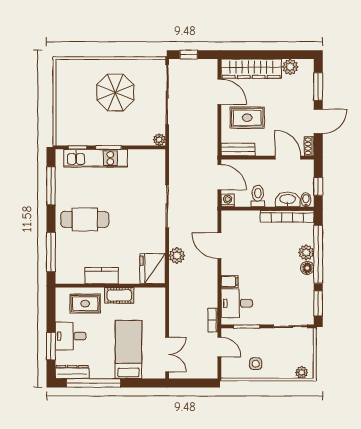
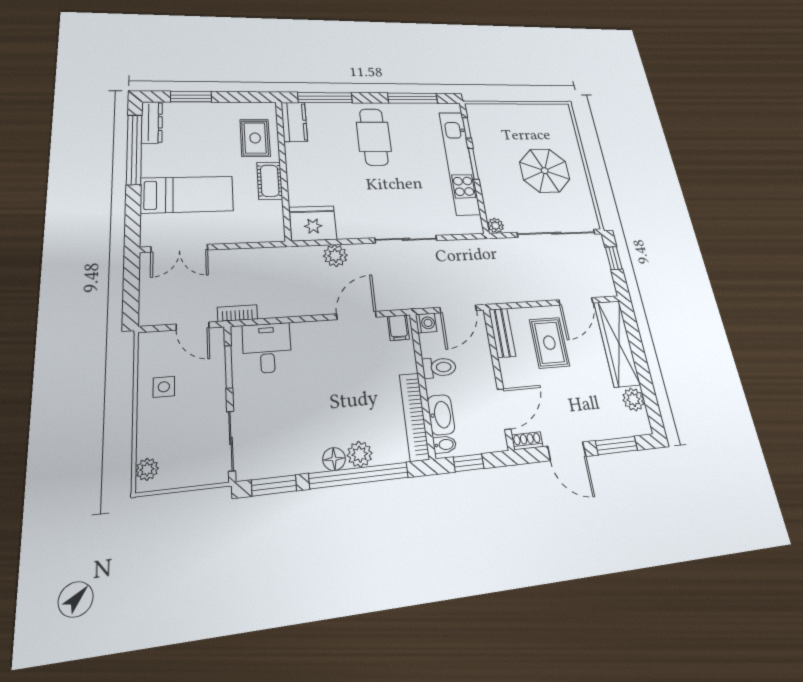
kitchen unit: (96, 158) -> (459, 162), width x1.36
kitchen counter: (102, 276) -> (294, 122), moved
filing cabinet: (230, 281) -> (398, 328), moved
desk: (71, 336) -> (206, 120), removed
door: (219, 347) -> (193, 326), hinge flipped

